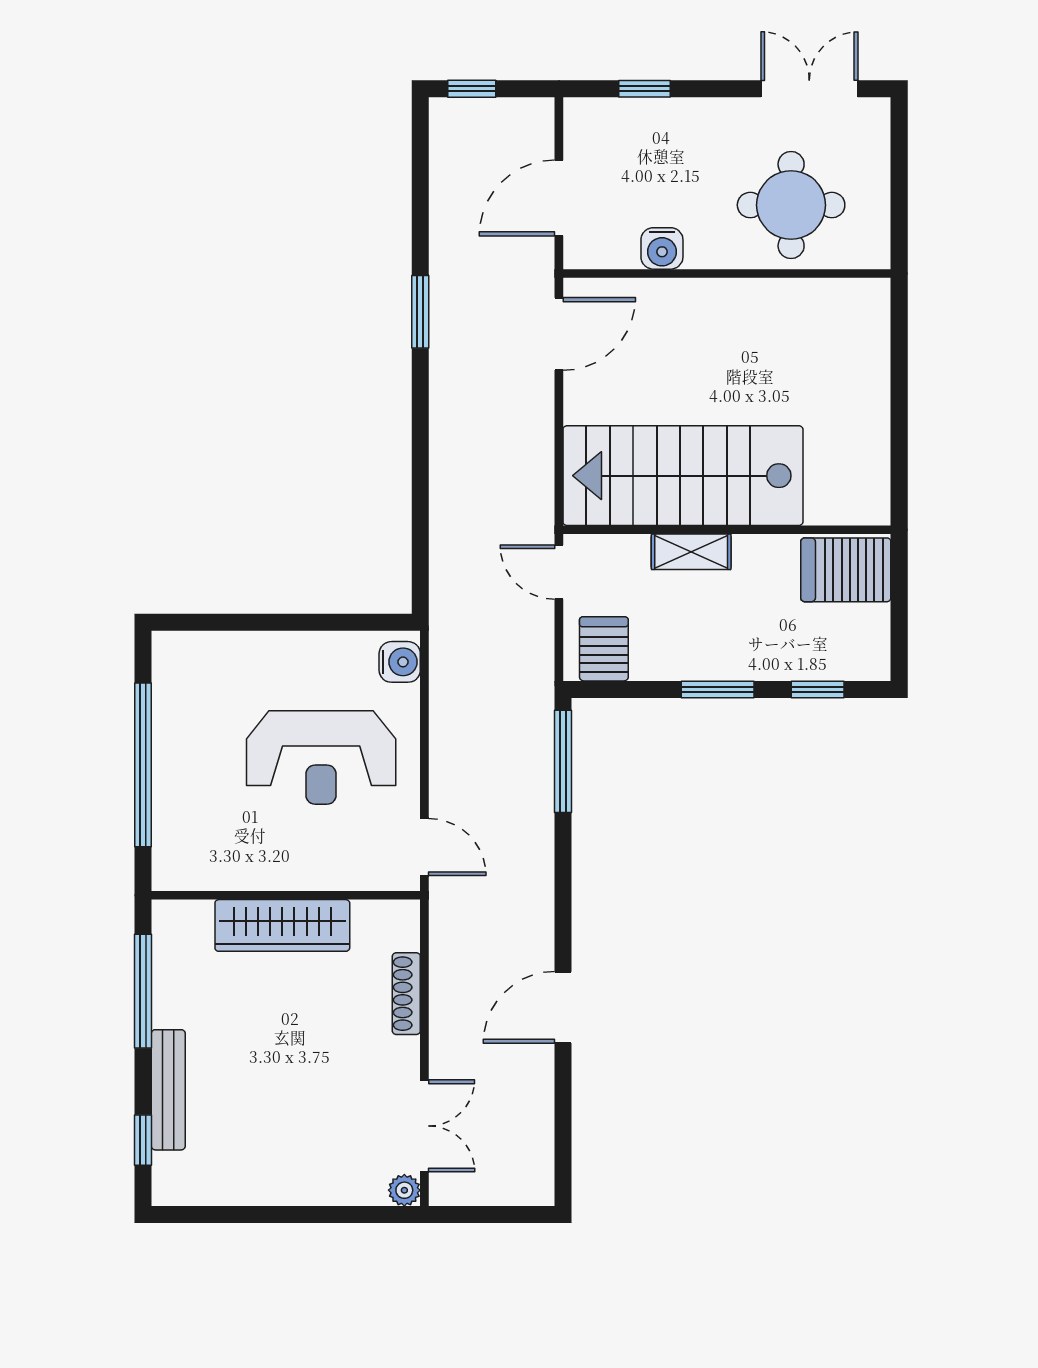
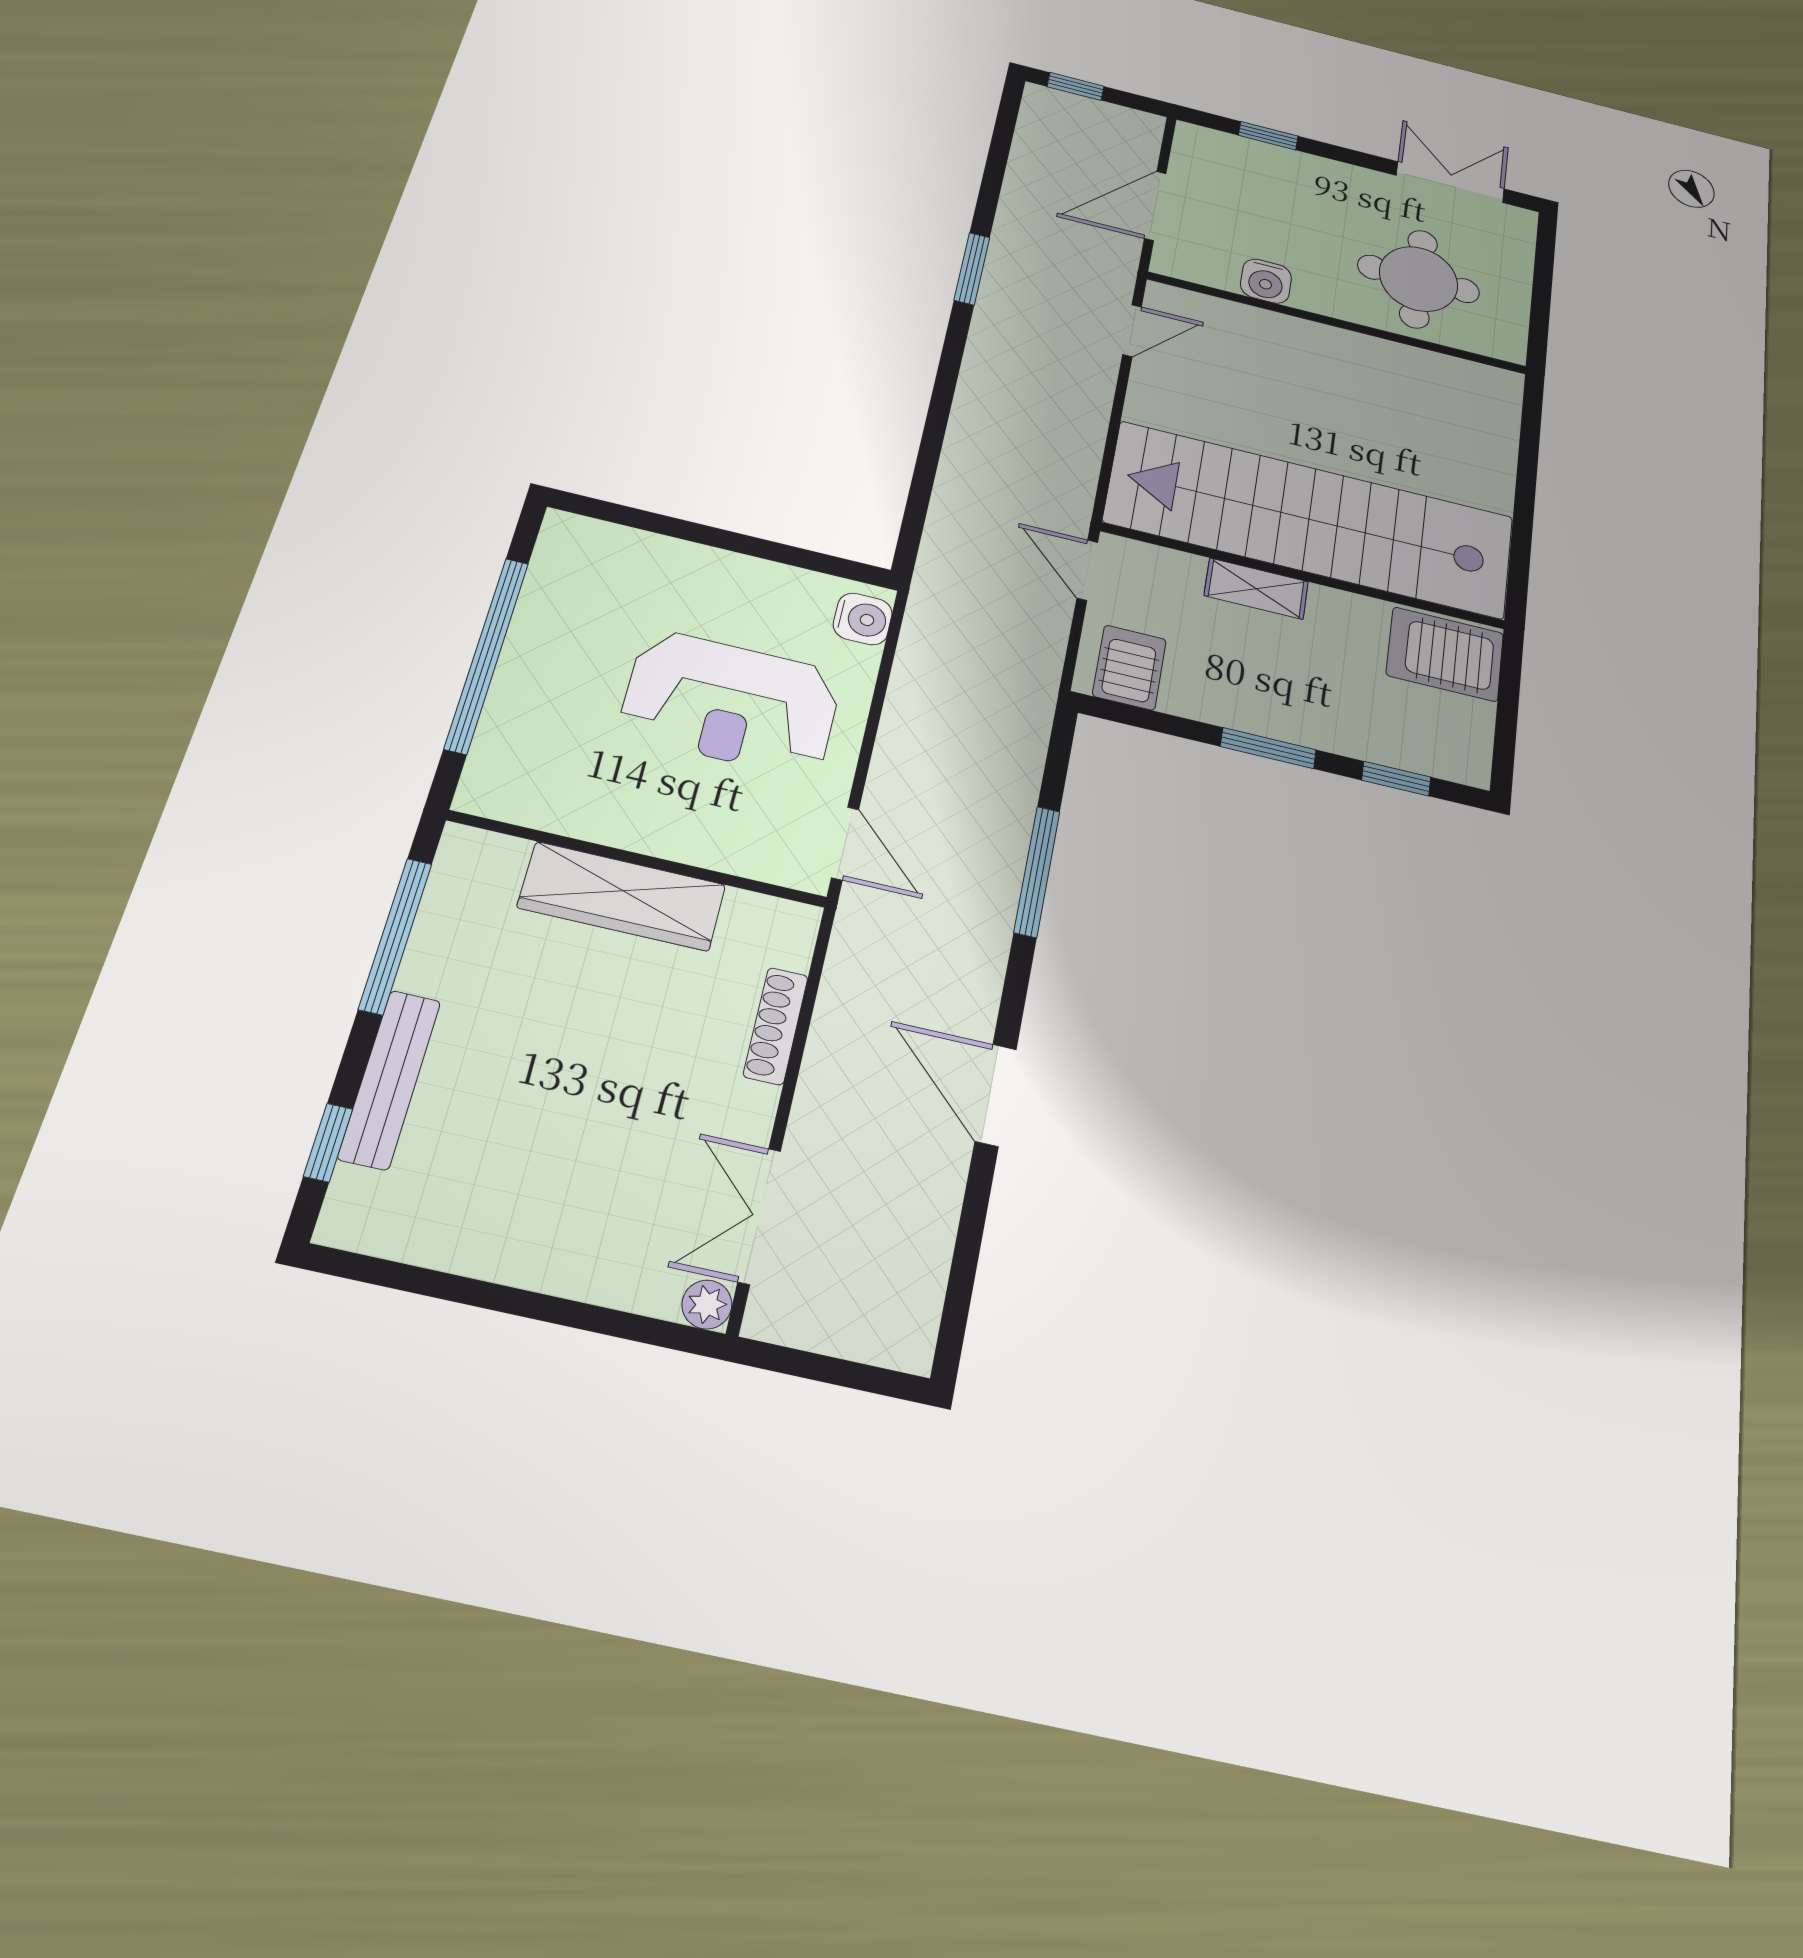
door: (559, 334) -> (1132, 331), width x0.73
stairs: (683, 476) -> (1311, 520), width x1.36
window: (563, 761) -> (1037, 872), moved
door: (563, 1007) -> (996, 1095), hinge flipped
double door: (424, 1126) -> (759, 1216), swing flipped

